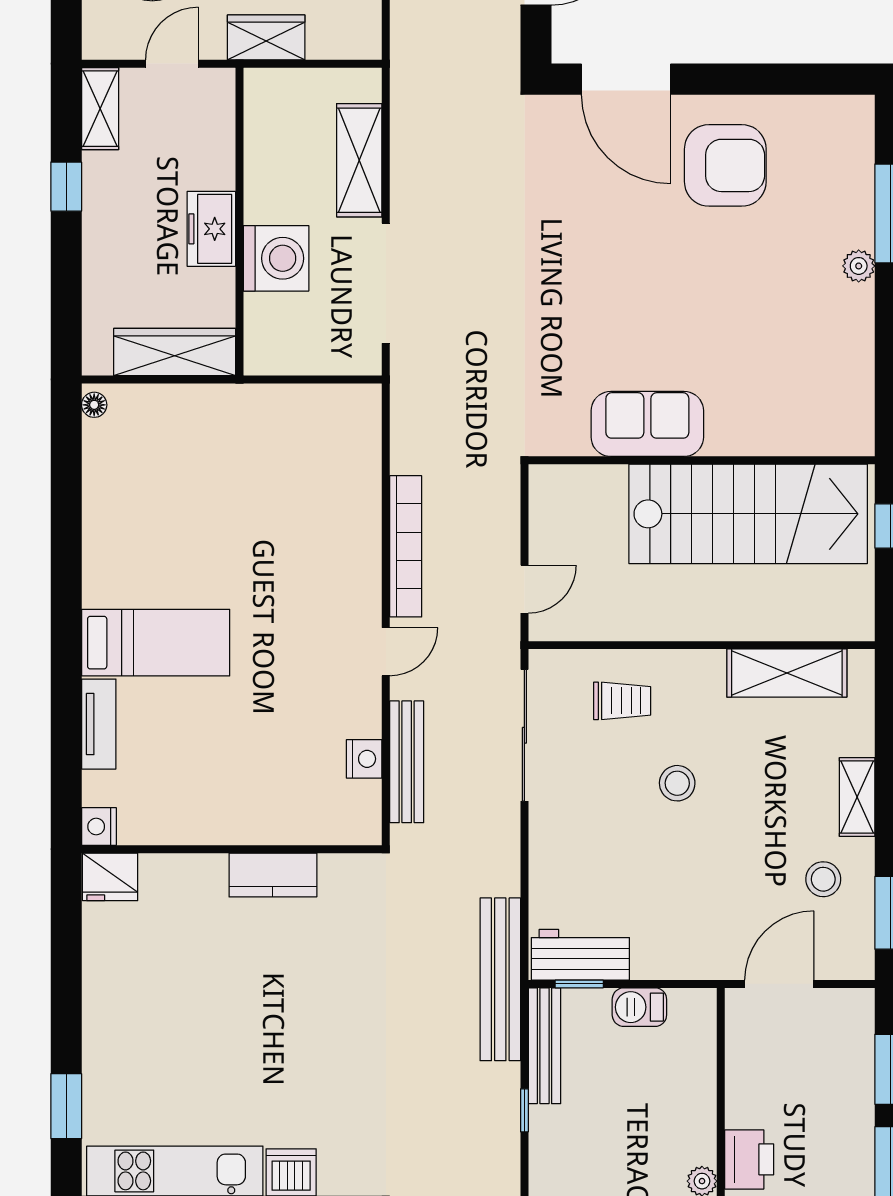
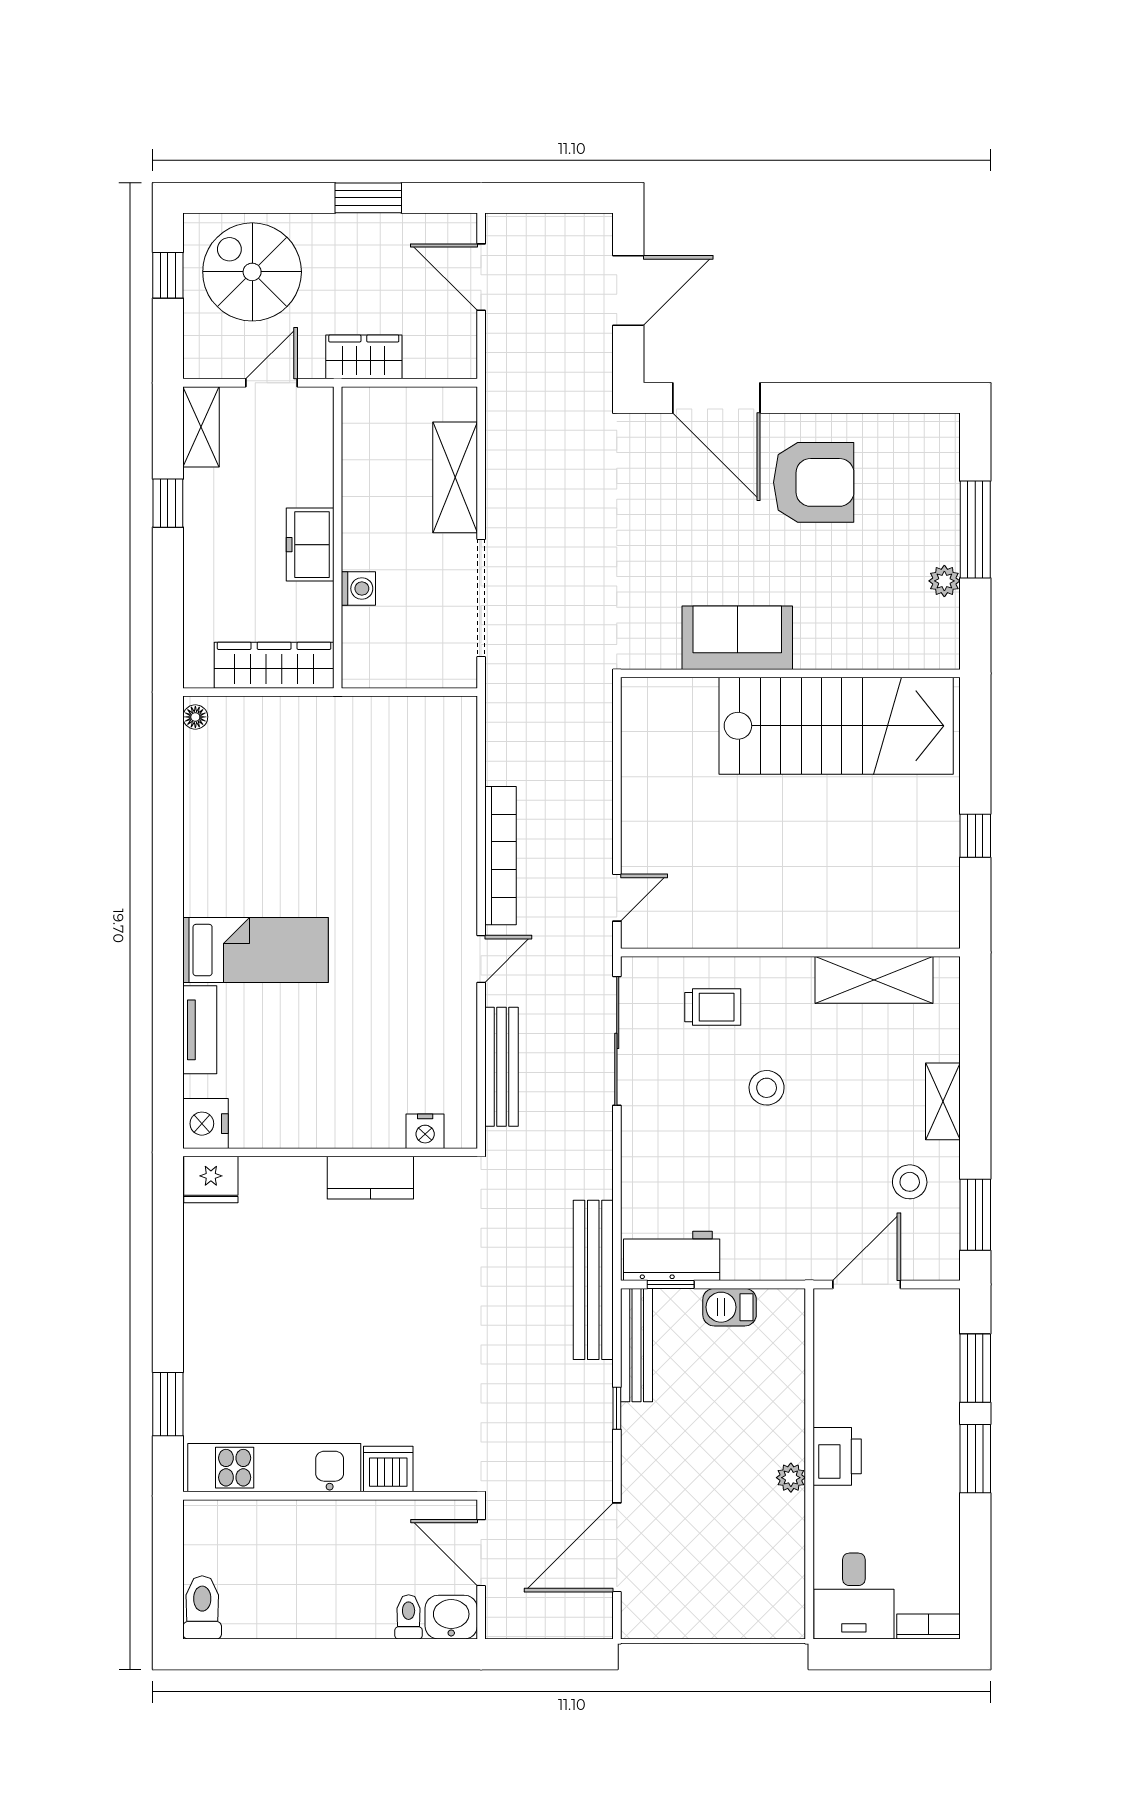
washing machine: (276, 258) -> (358, 589), width x0.53, depth x0.53
sofa: (647, 424) -> (737, 638), moved
wall: (702, 460) -> (790, 673), moved
stairs: (748, 514) -> (836, 726), moved
nightstand: (364, 759) -> (425, 1131), moved, turned 90
nightstand: (99, 827) -> (205, 1124), width x1.36, depth x1.33

